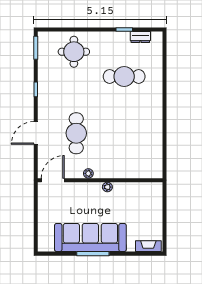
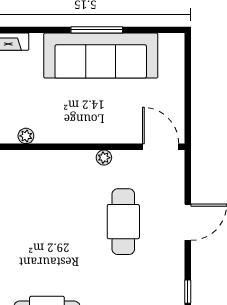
door: (53, 180) -> (161, 147), swing flipped
plant: (107, 187) -> (26, 136), moved

